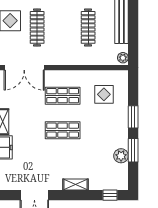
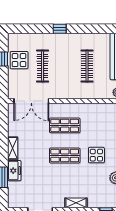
display table: (104, 94) -> (96, 155), moved

